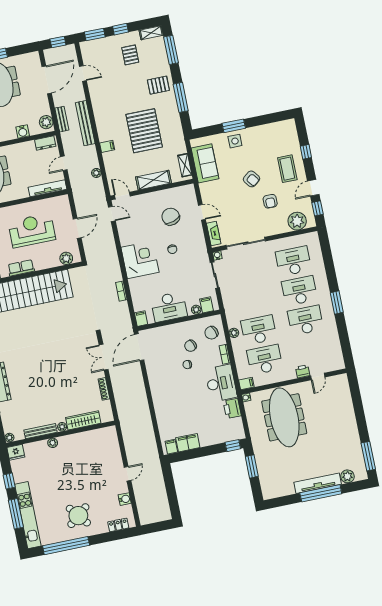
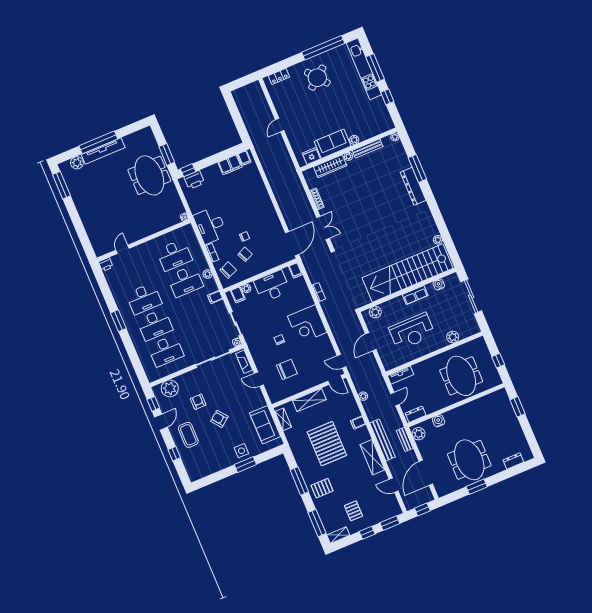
shelving: (99, 107) -> (372, 457), added
tv unit: (48, 188) -> (401, 375), width x0.71
chair: (171, 217) -> (287, 369), turned -72
printer: (303, 371) -> (106, 264), moved
filing cabinet: (246, 384) -> (215, 297), moved
printer: (232, 408) -> (194, 180), moved, turned 90
meeting table: (284, 417) -> (149, 175), moved, width x0.73
sofa: (76, 443) -> (333, 144), added
fridge: (16, 452) -> (311, 156), moved
water cooler: (125, 499) -> (278, 101), removed

